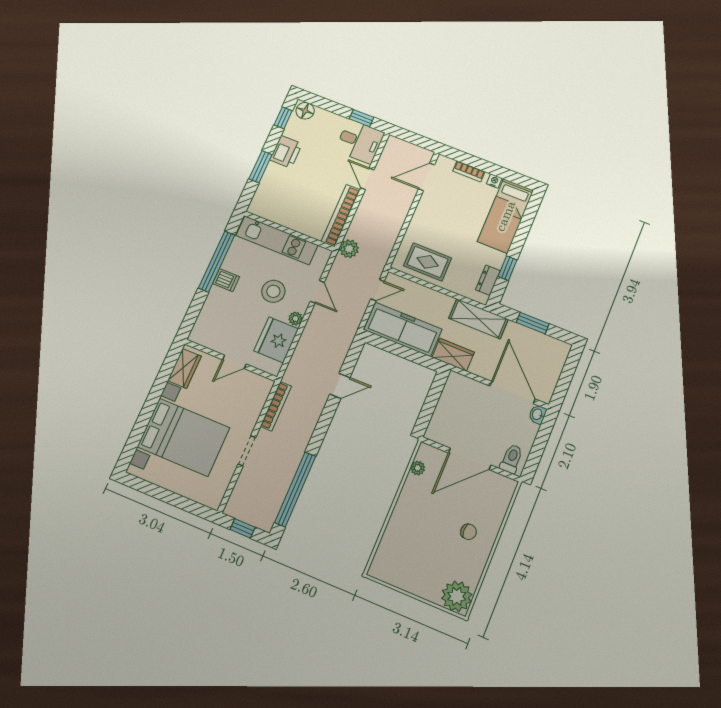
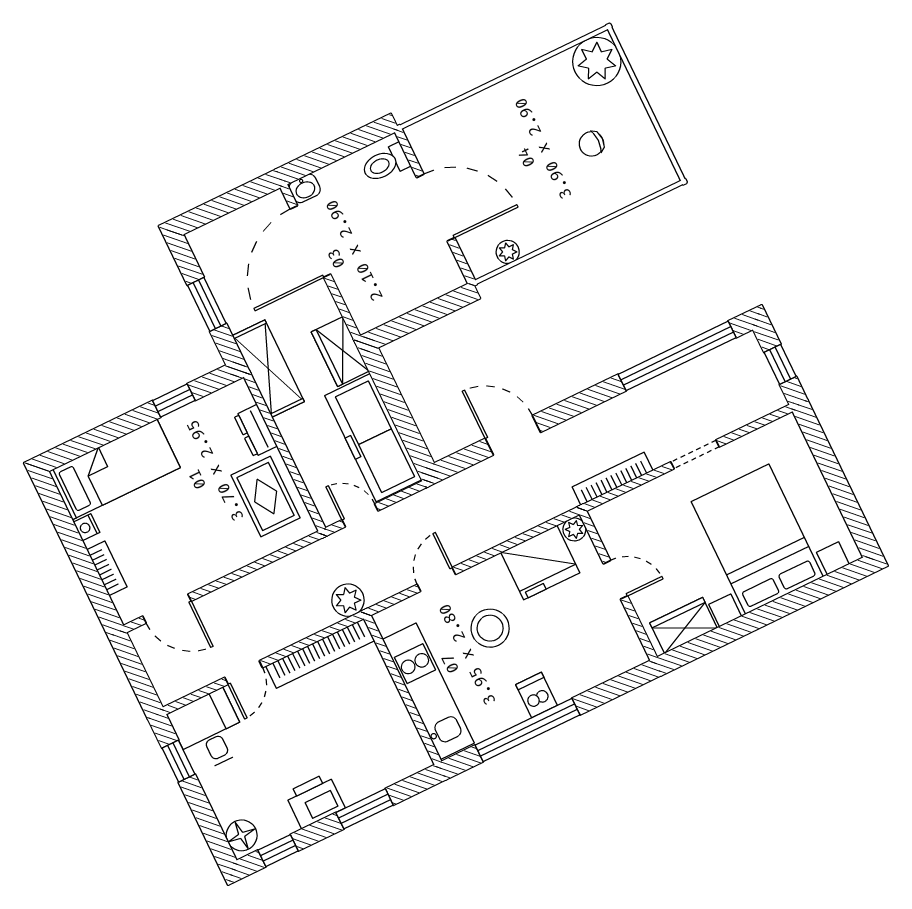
dresser: (488, 280) -> (256, 431), moved, turned 90
plant: (295, 319) -> (574, 529), moved
door: (340, 386) -> (513, 435), width x1.38
chair: (469, 532) -> (591, 144), moved, turned -90

